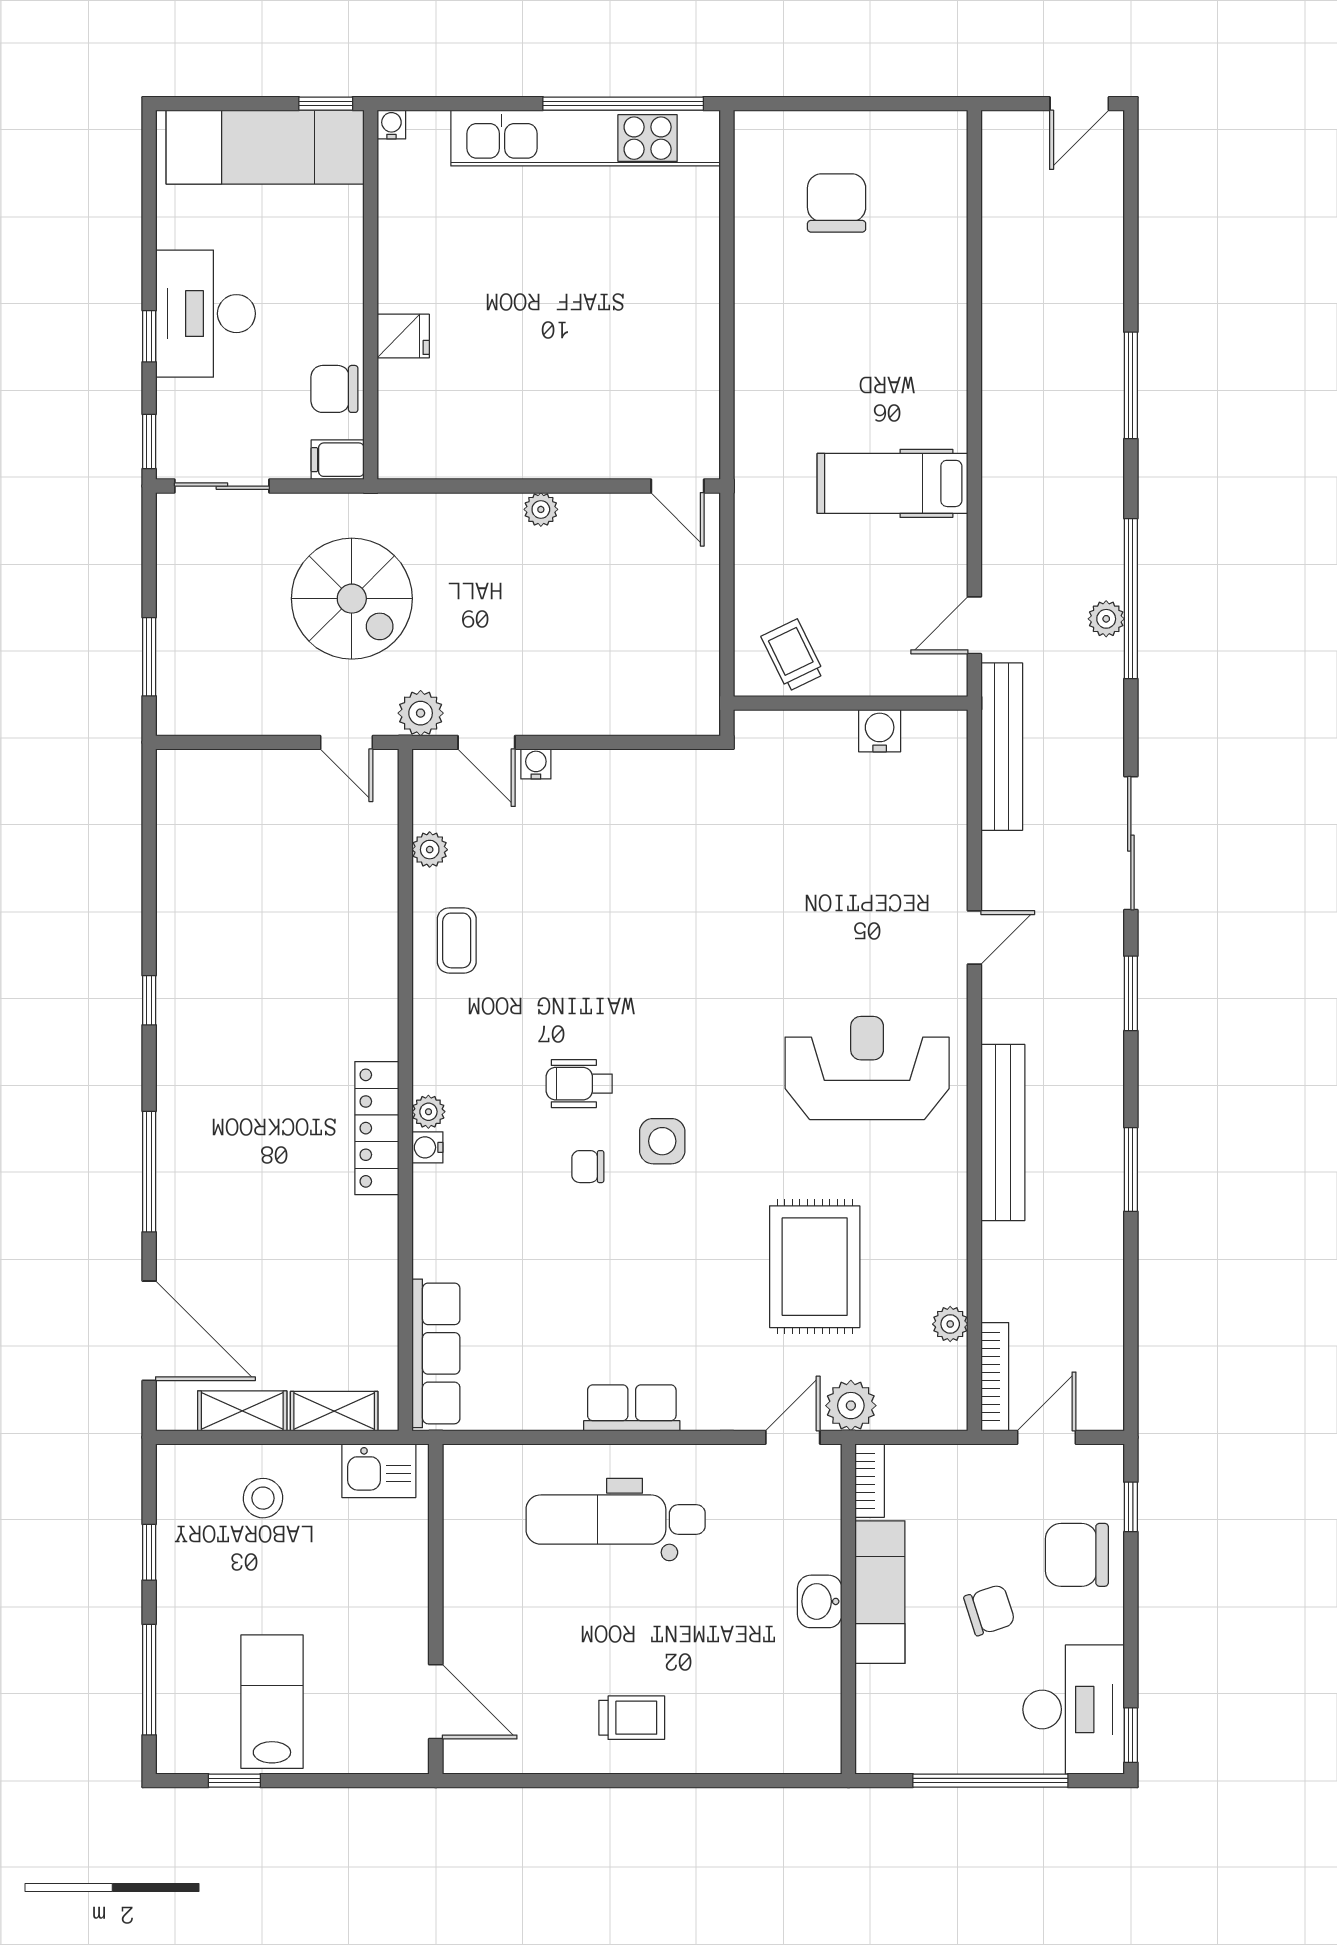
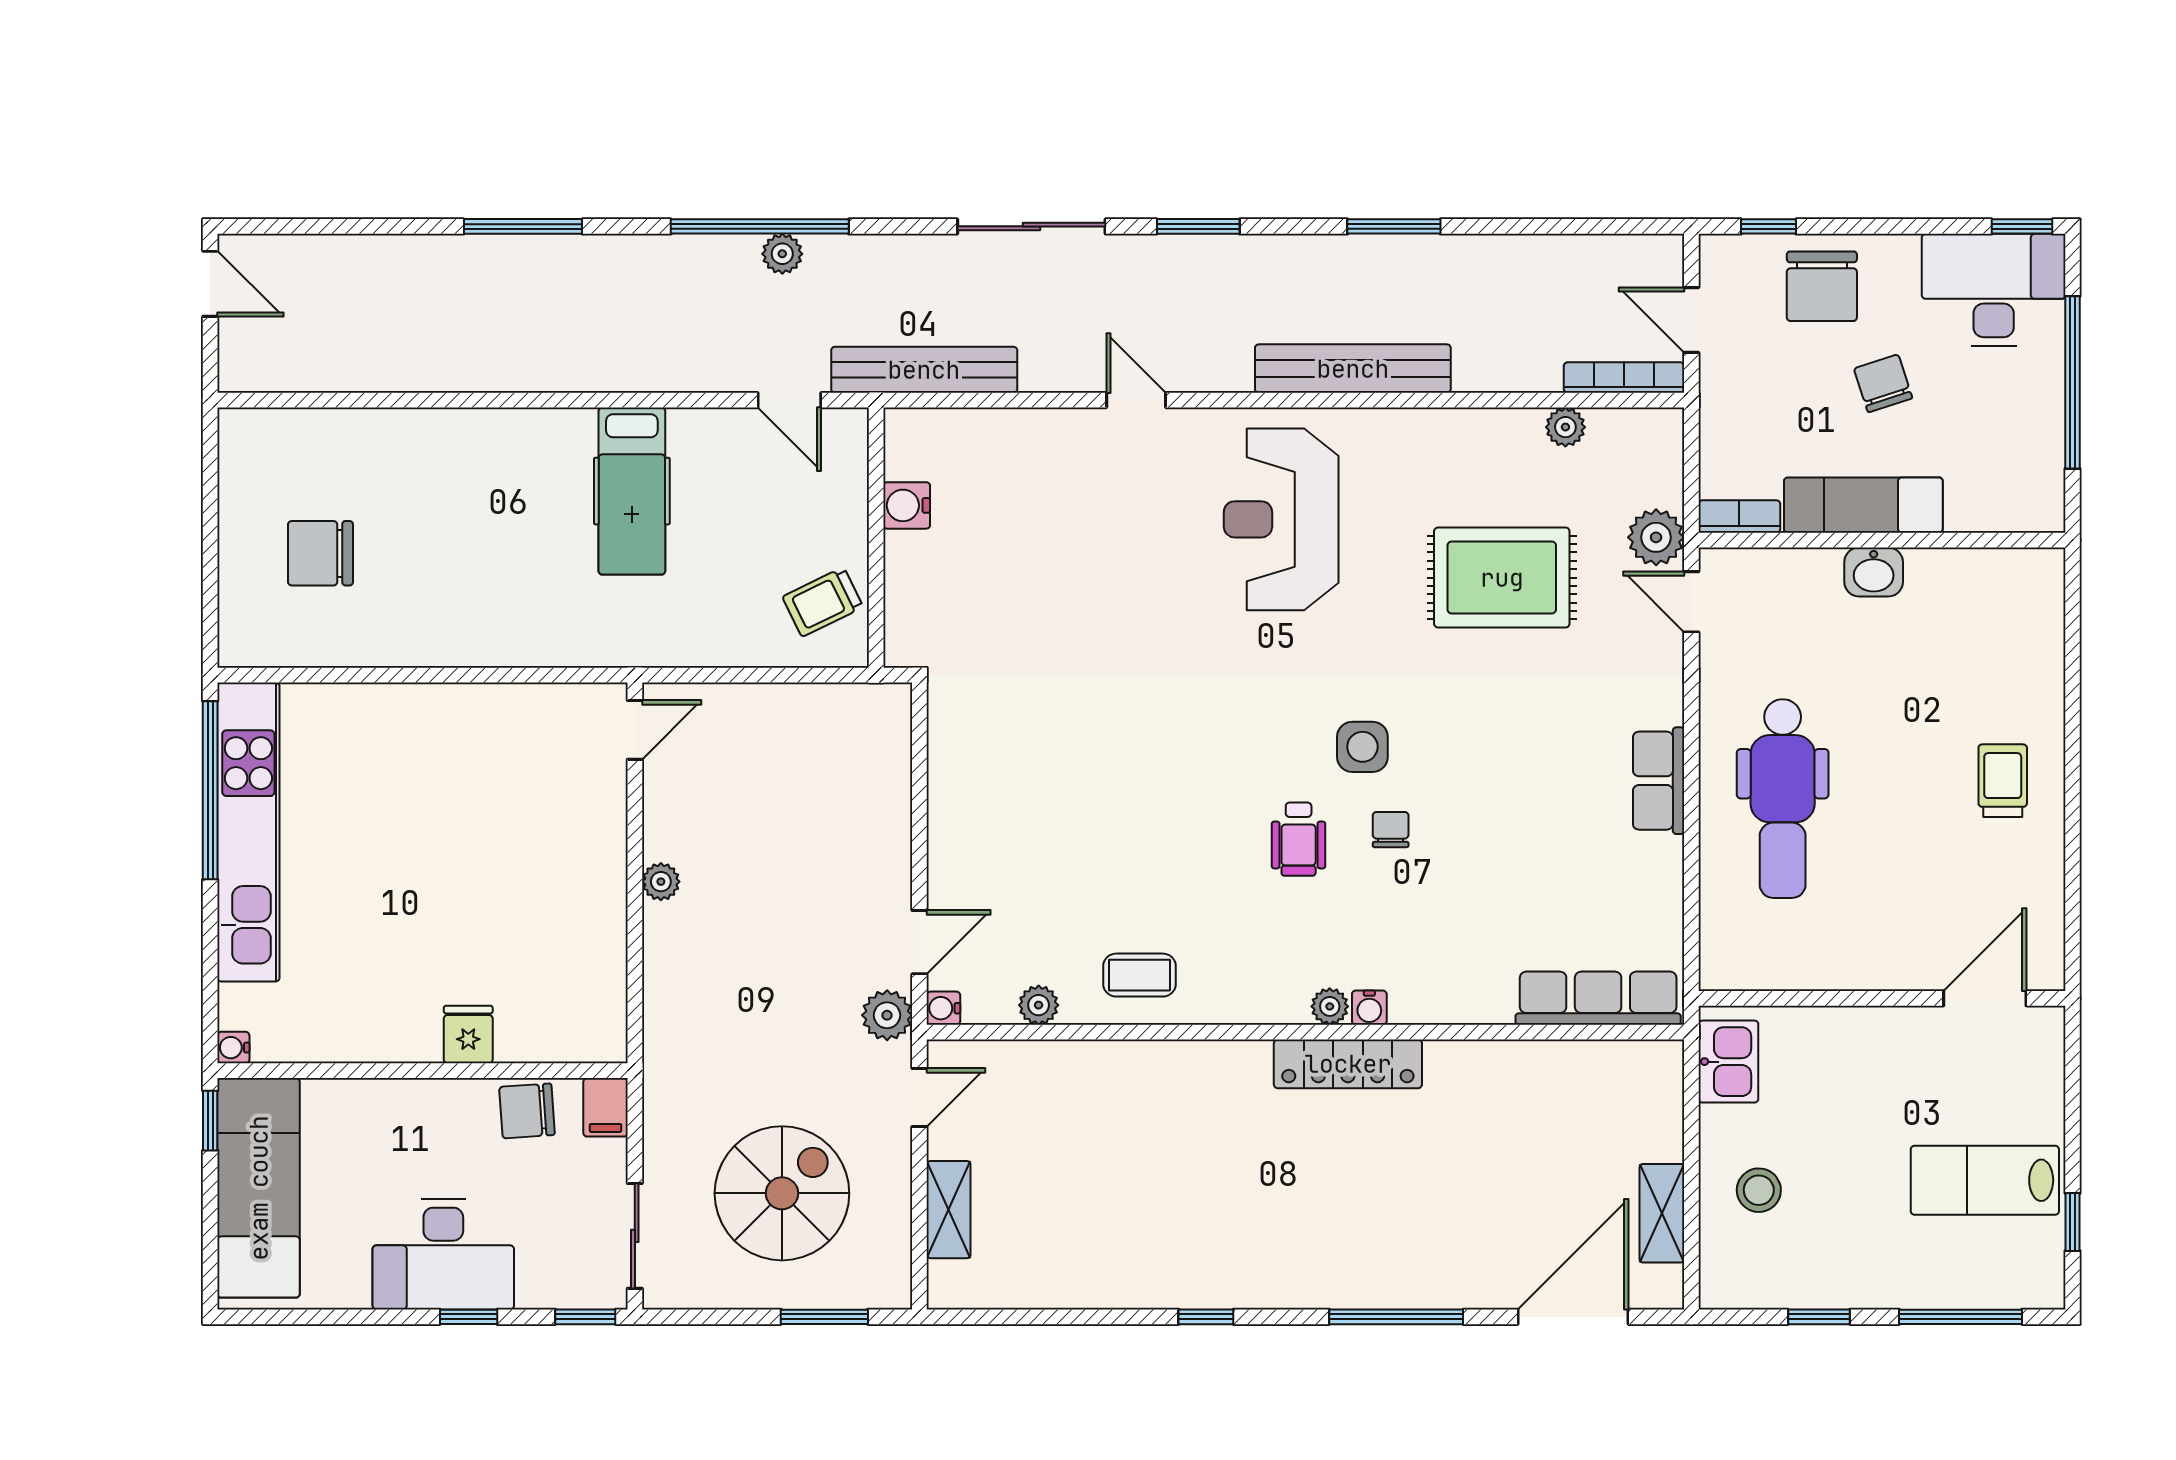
chair: (334, 389) -> (527, 1111), turned 86
spiral stairs: (352, 599) -> (782, 1193), moved
water cooler: (536, 764) -> (943, 1008), moved
chair: (588, 1167) -> (1391, 830), turned 180
shelving: (334, 1411) -> (949, 1210), moved

